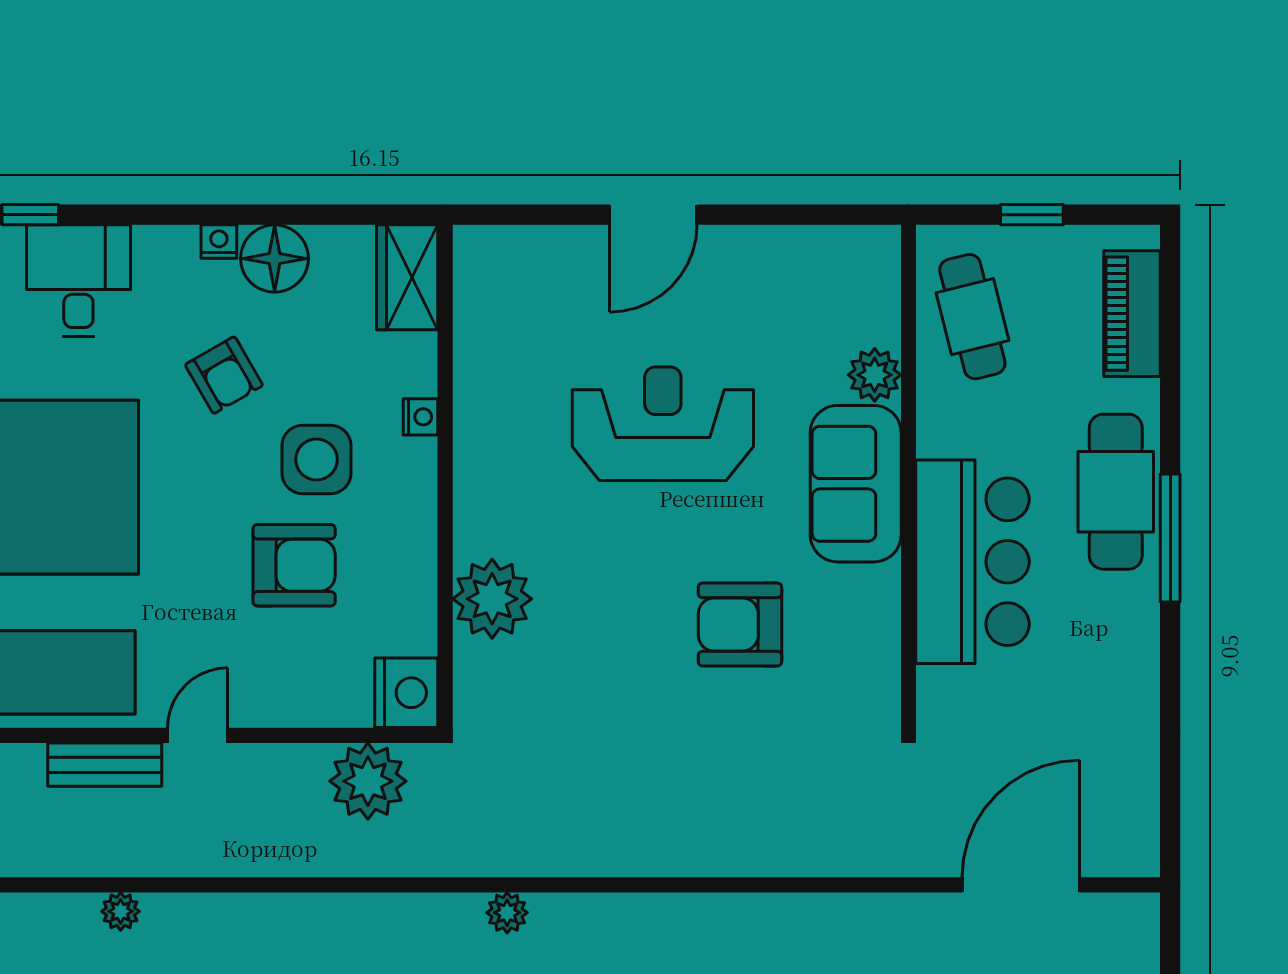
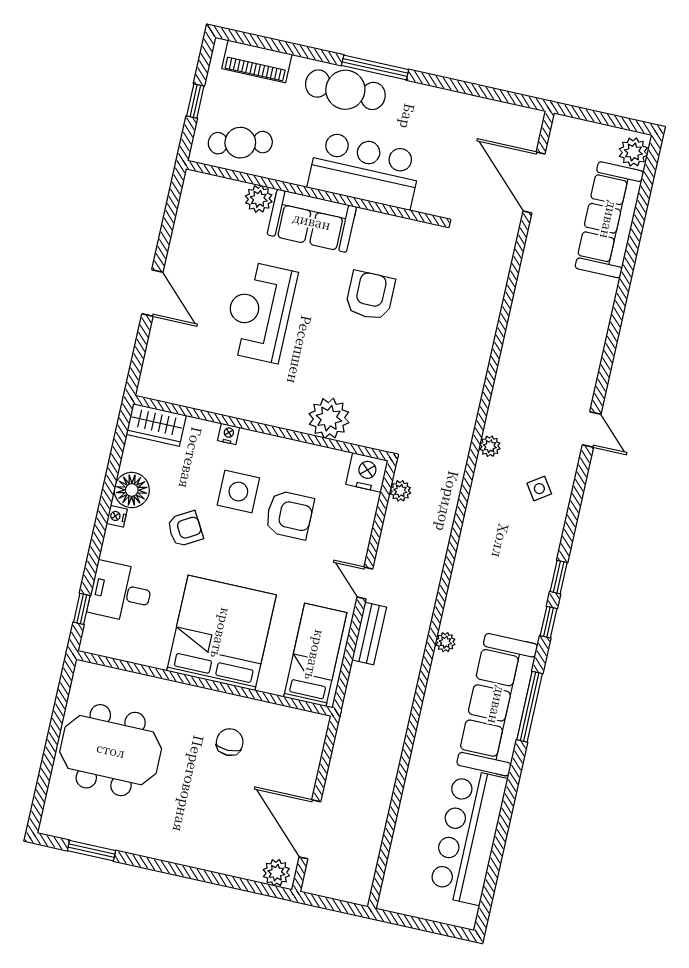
armchair: (294, 565) -> (290, 515), turned 90
armchair: (740, 624) -> (370, 295), turned 180
plant: (368, 781) -> (400, 491), width x0.53, depth x0.53

